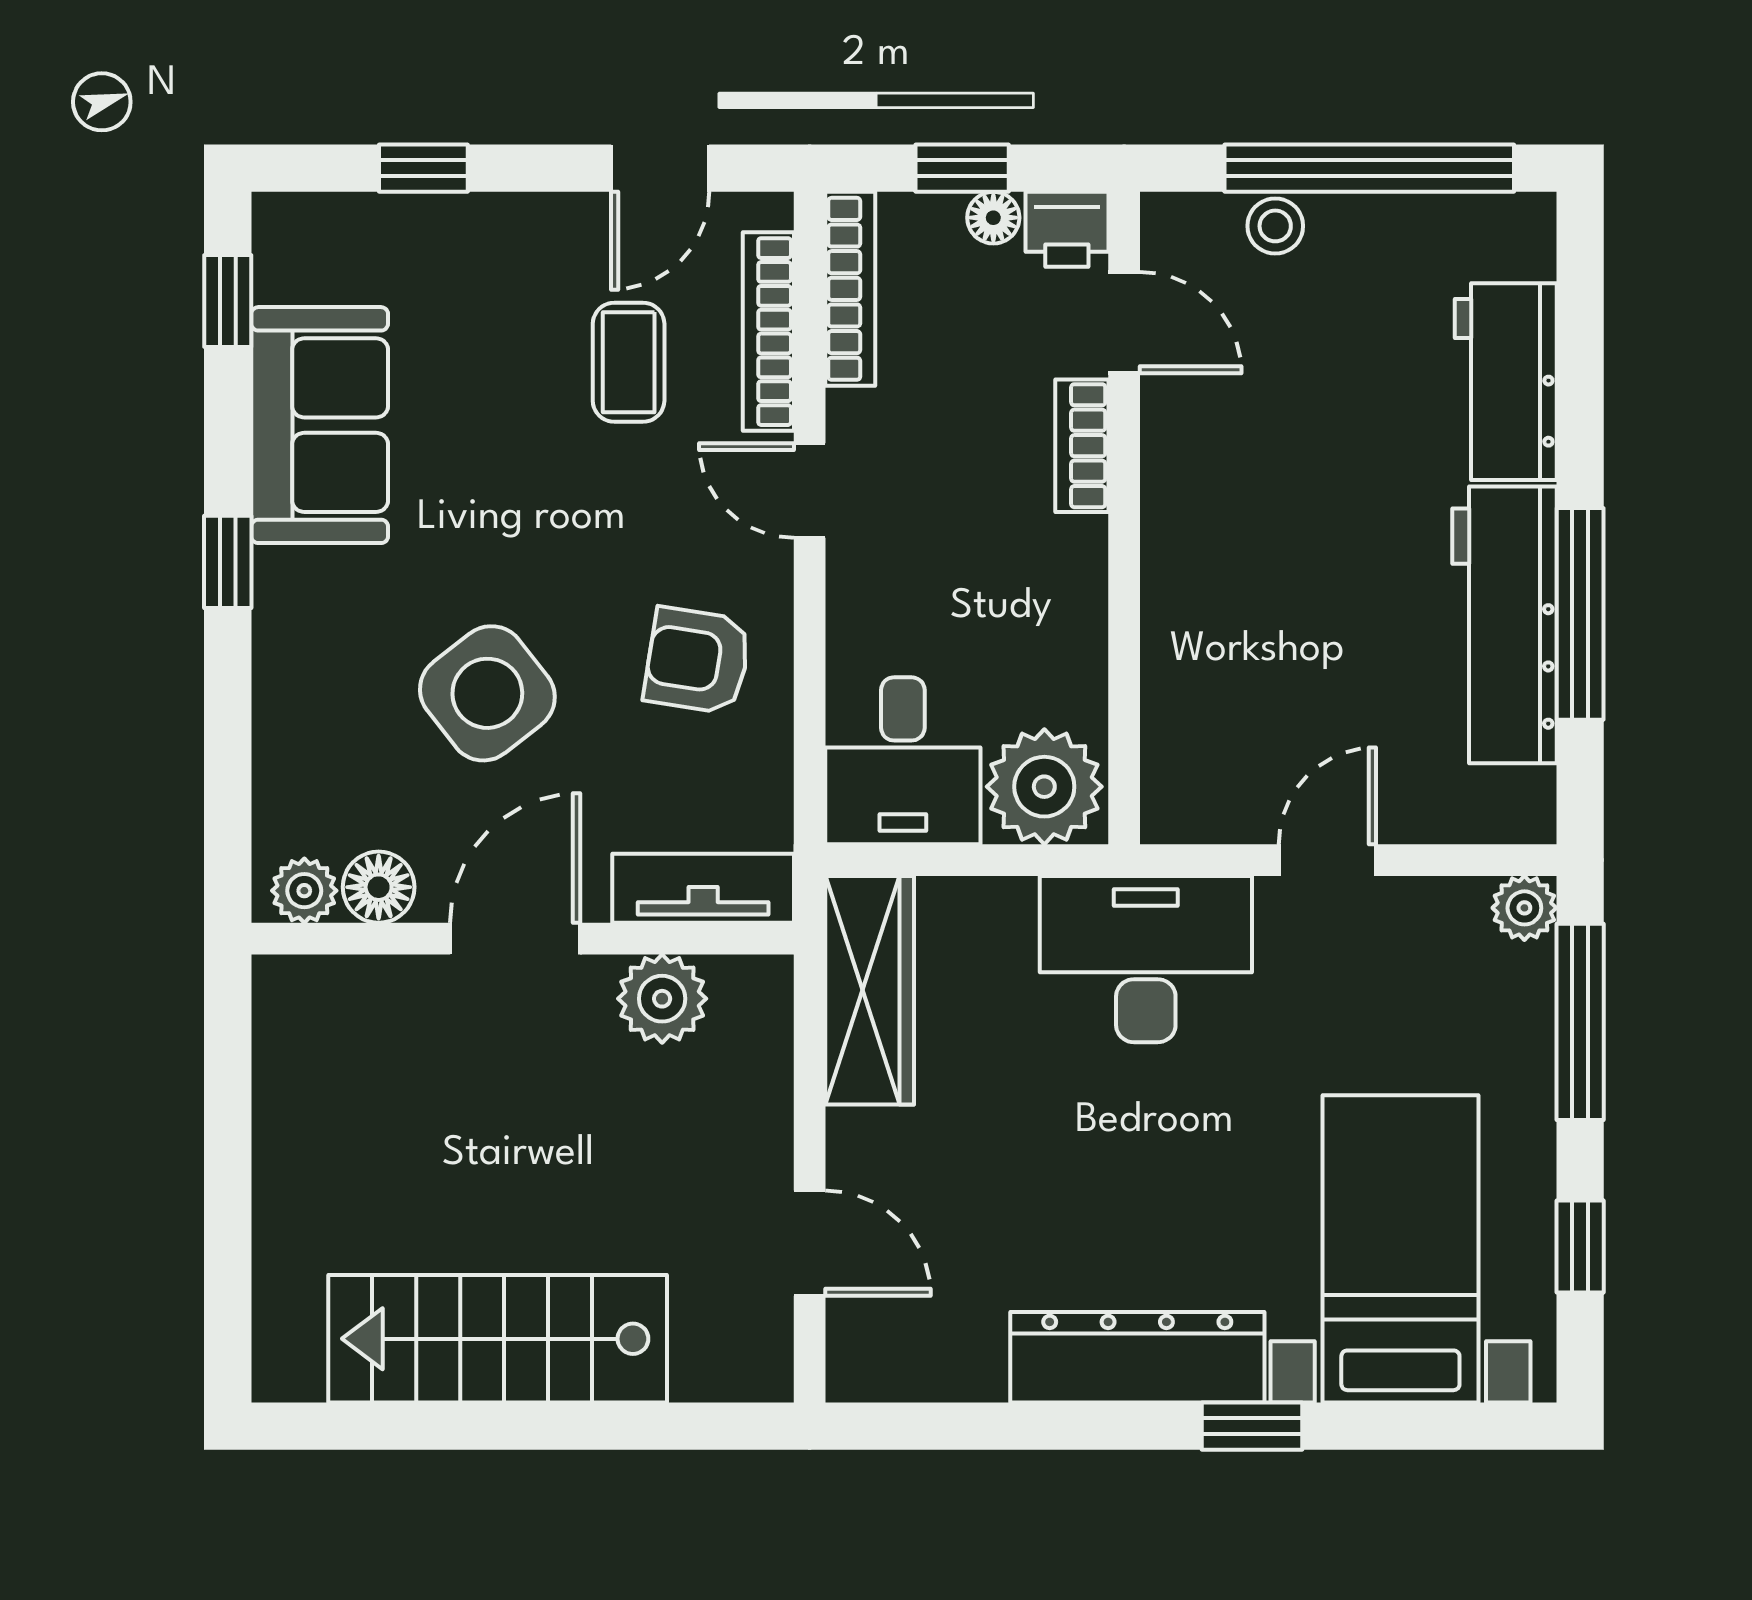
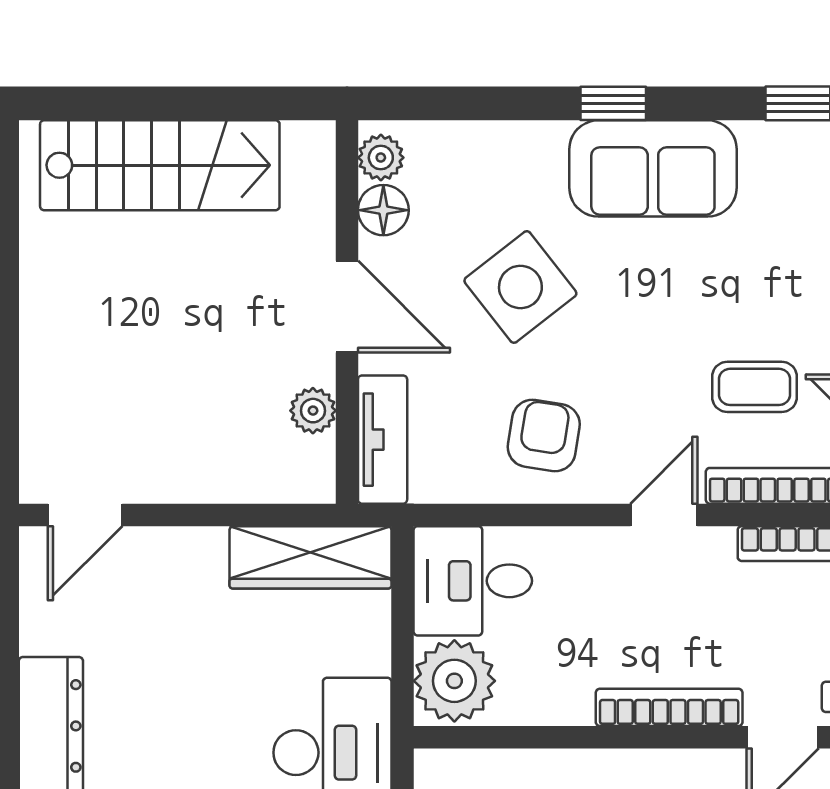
sofa: (320, 425) -> (653, 168), moved
bookcase: (1082, 446) -> (669, 707), width x1.56
plant: (662, 999) -> (313, 411), width x0.73, depth x0.73
door: (810, 1243) -> (85, 515), moved
stairs: (498, 1339) -> (160, 165), moved, turned 90

